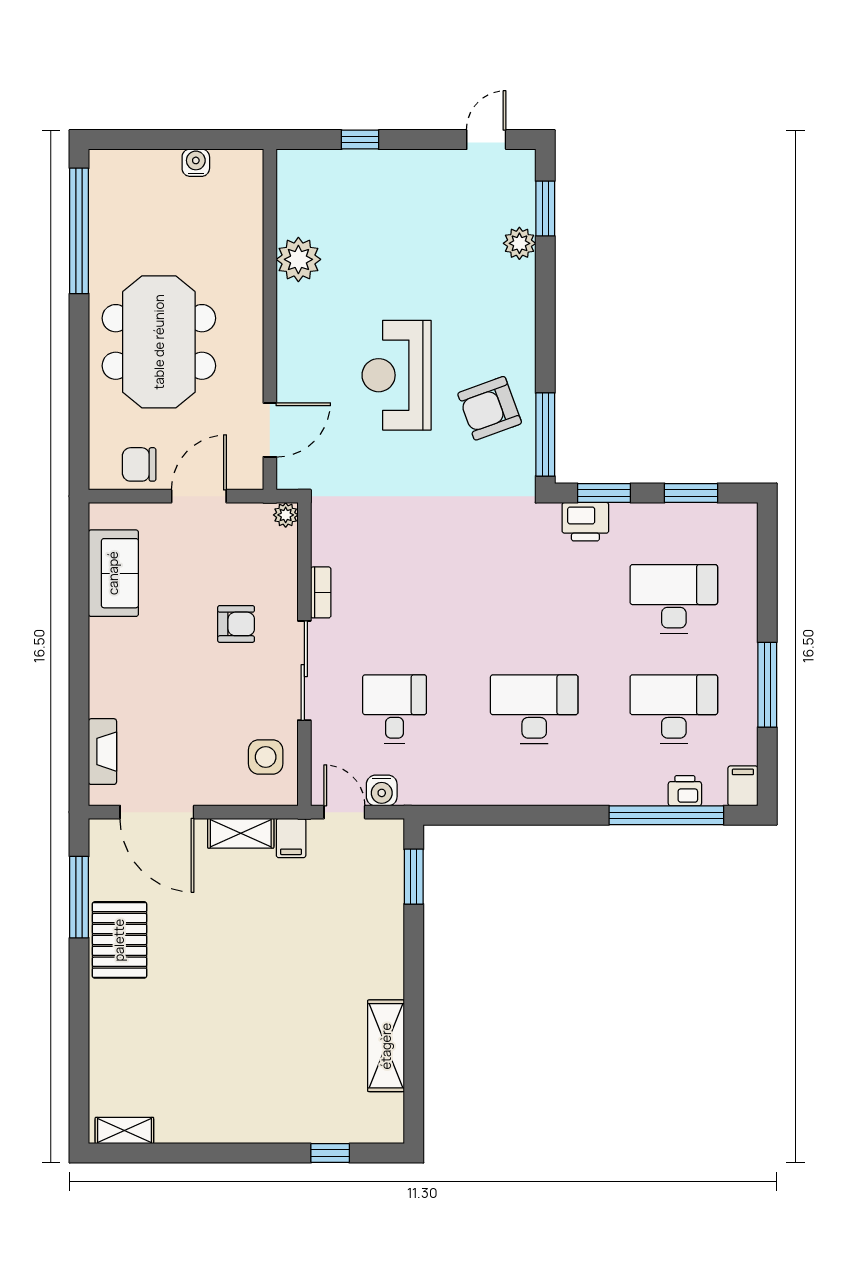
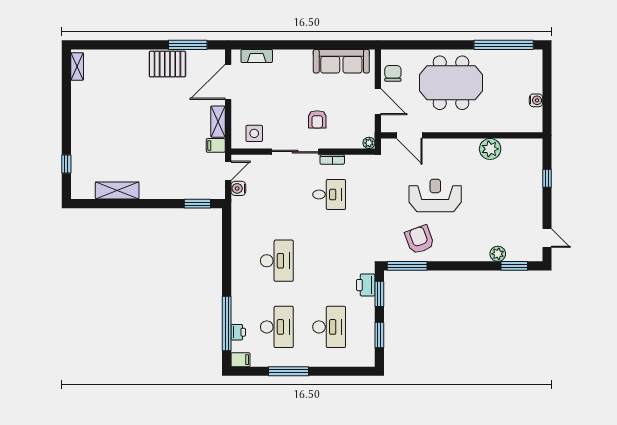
sofa: (113, 573) -> (341, 61), width x1.36
desk: (395, 709) -> (329, 195), moved

